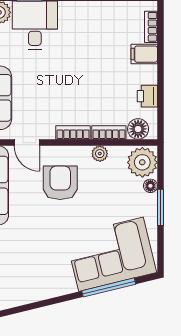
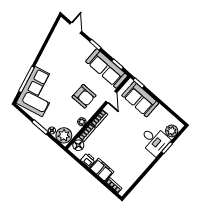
filing cabinet: (144, 54) -> (102, 170), width x2.00
door: (27, 143) -> (111, 97), swing flipped

